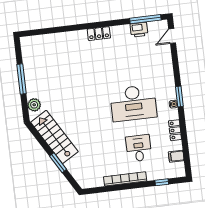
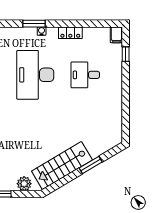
desk: (133, 103) -> (35, 75), turned 180
filing cabinet: (176, 156) -> (116, 35), moved
bookcase: (125, 179) -> (117, 94), removed

